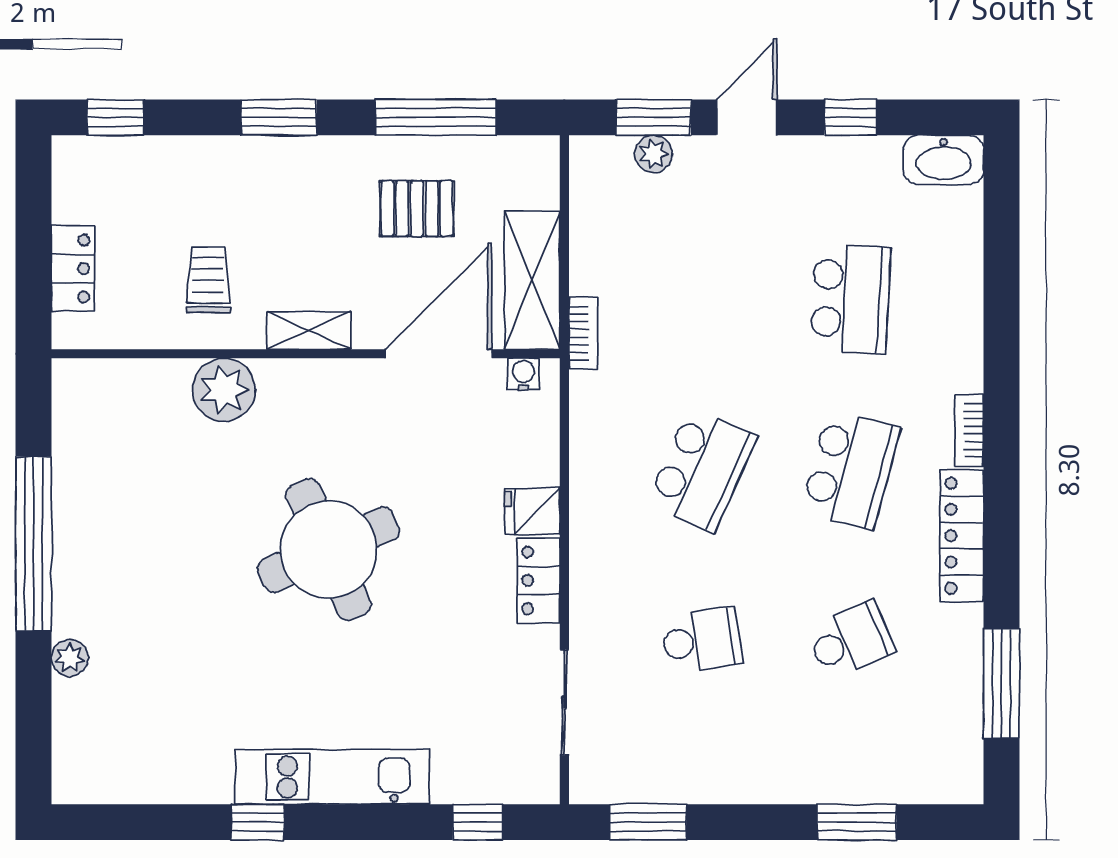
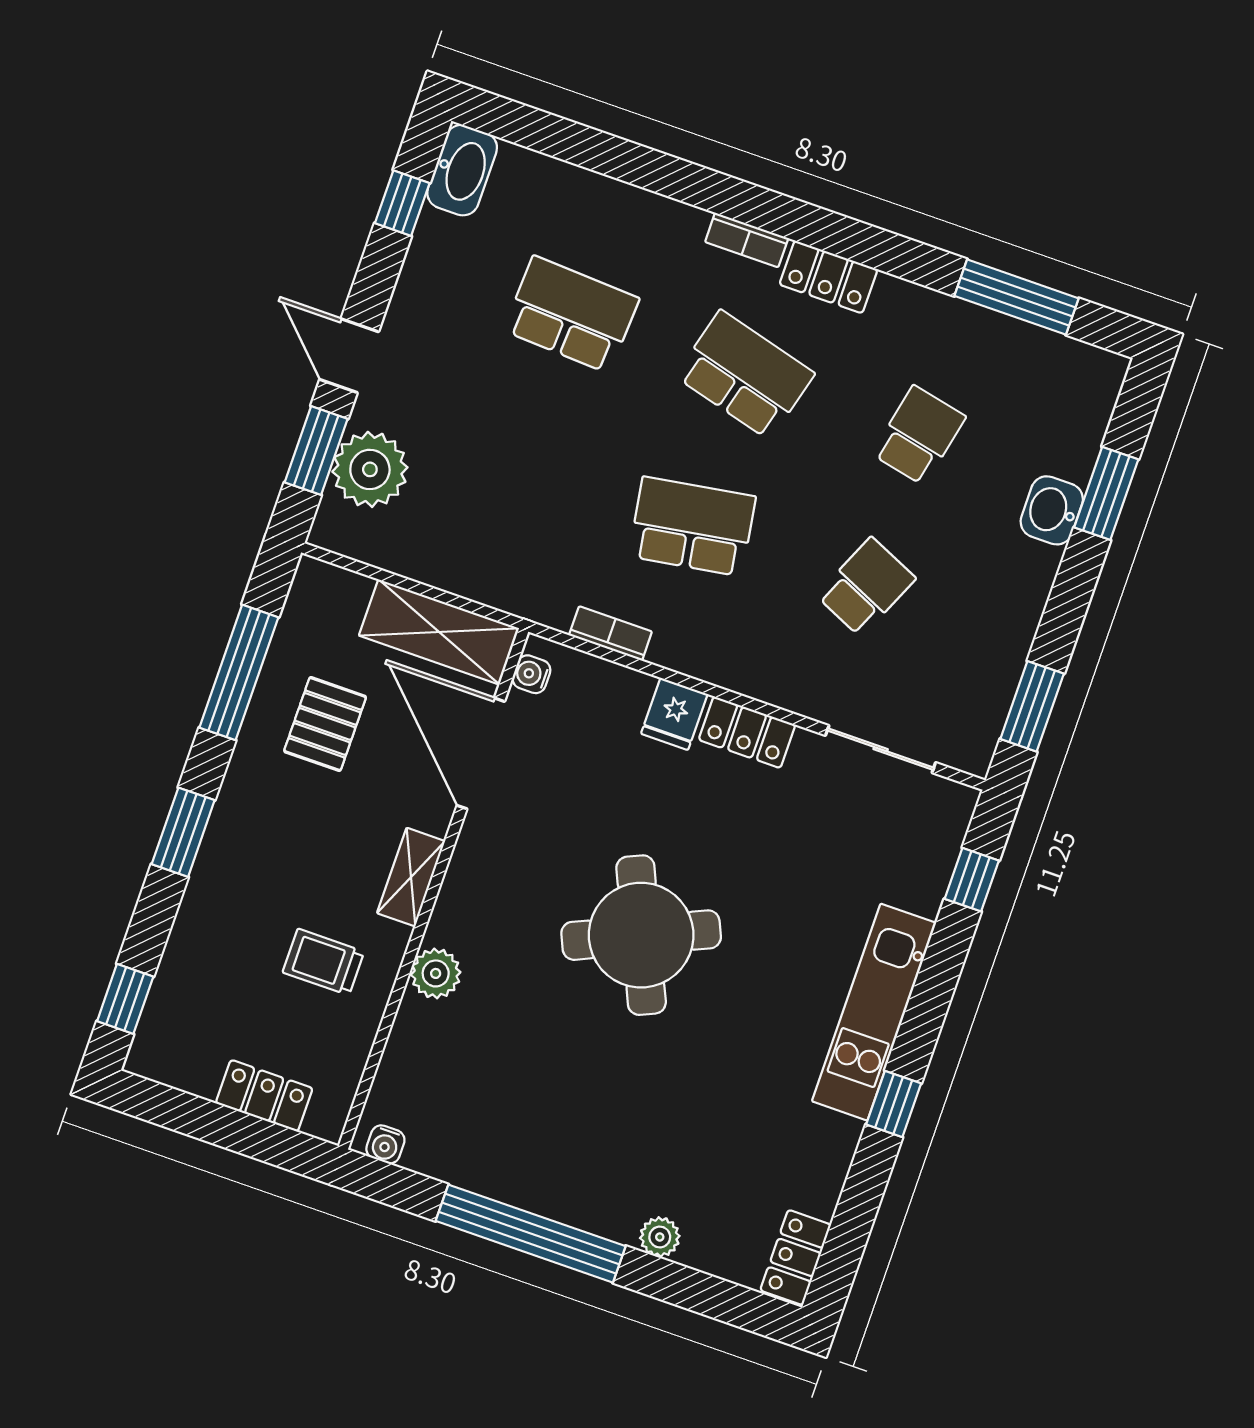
window: (850, 117) -> (402, 203), moved
plant: (653, 154) -> (370, 469), width x1.87, depth x1.87
bookcase: (583, 333) -> (610, 633), moved
water cooler: (67, 390) -> (385, 1144), added
plant: (224, 390) -> (436, 973), width x0.73, depth x0.73
school desk: (702, 470) -> (692, 526), turned -33
locker: (962, 536) -> (828, 277), width x0.66
school desk: (702, 640) -> (866, 587), turned 33
school desk: (851, 640) -> (919, 435), turned 36
washbasin: (825, 780) -> (1052, 510), added
locker: (93, 783) -> (796, 1257), added

